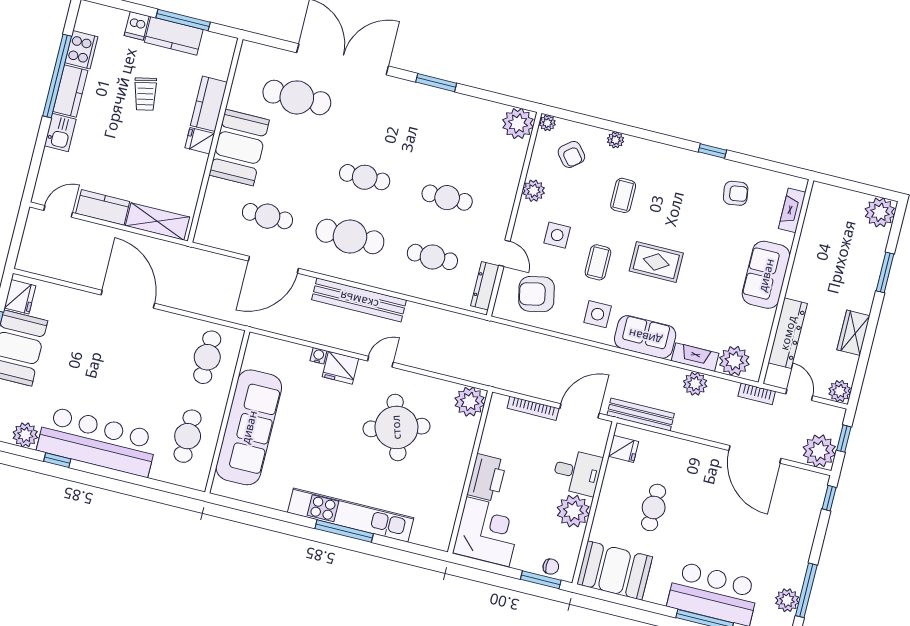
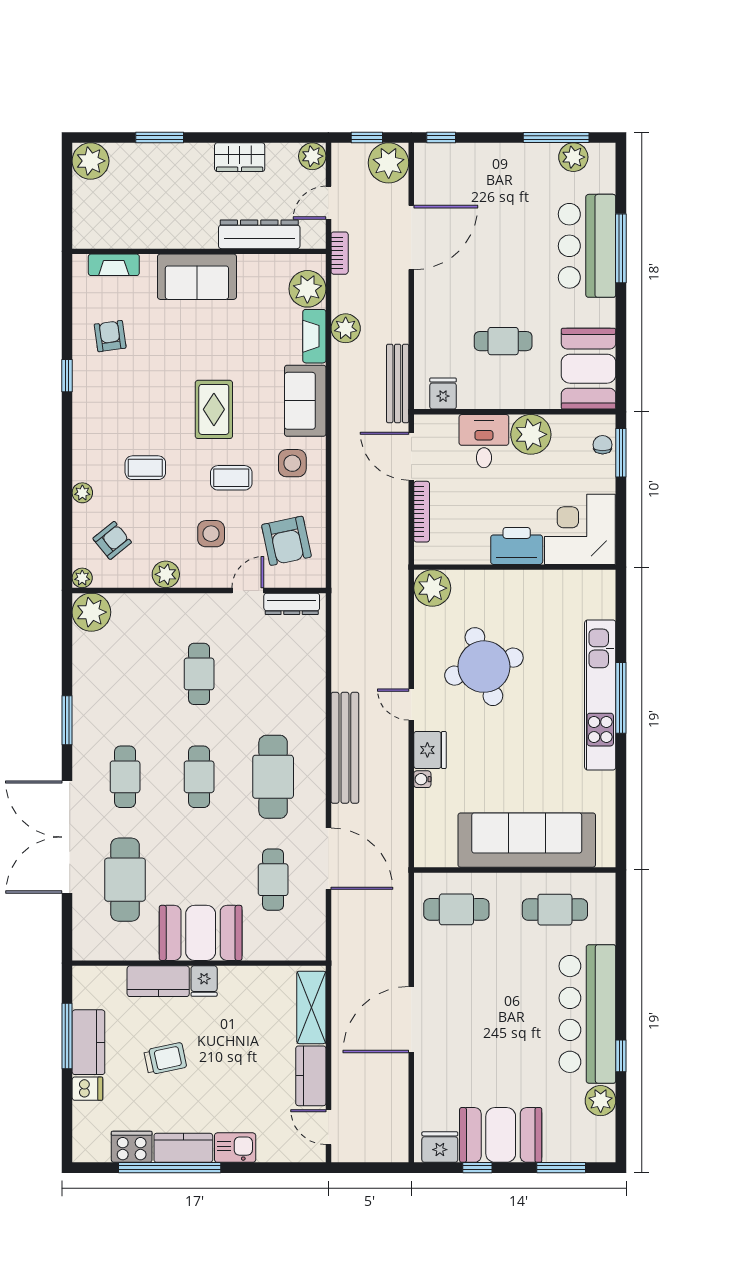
cafe table: (432, 257) -> (125, 777), moved

